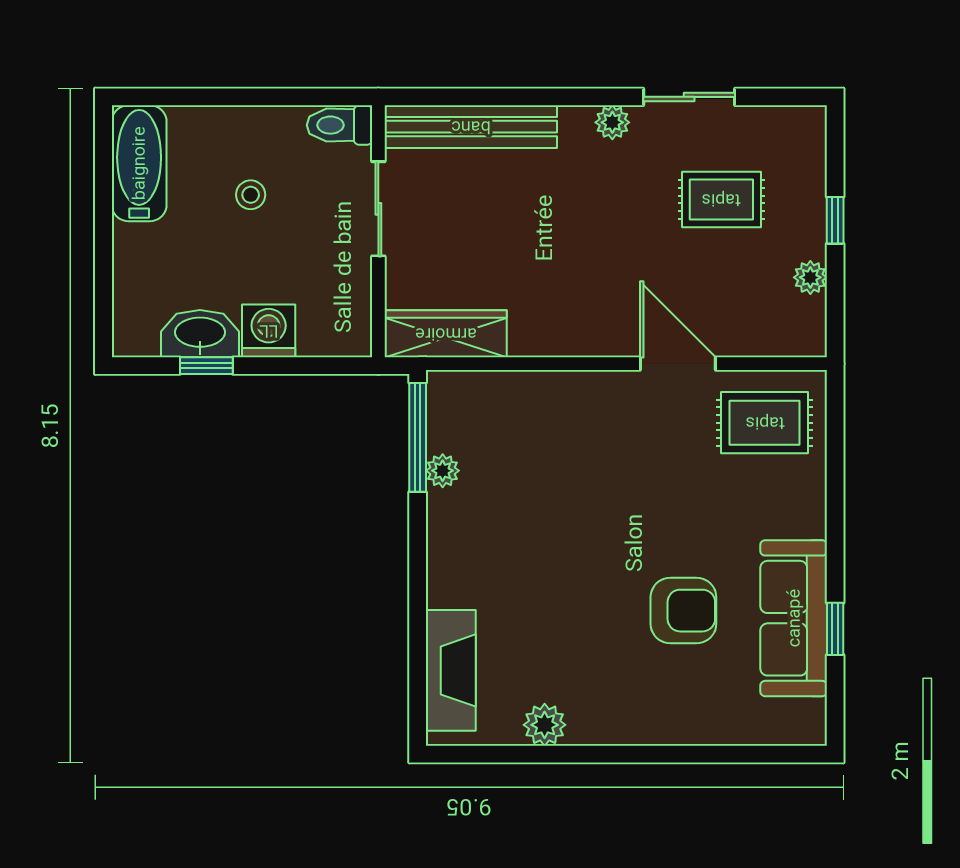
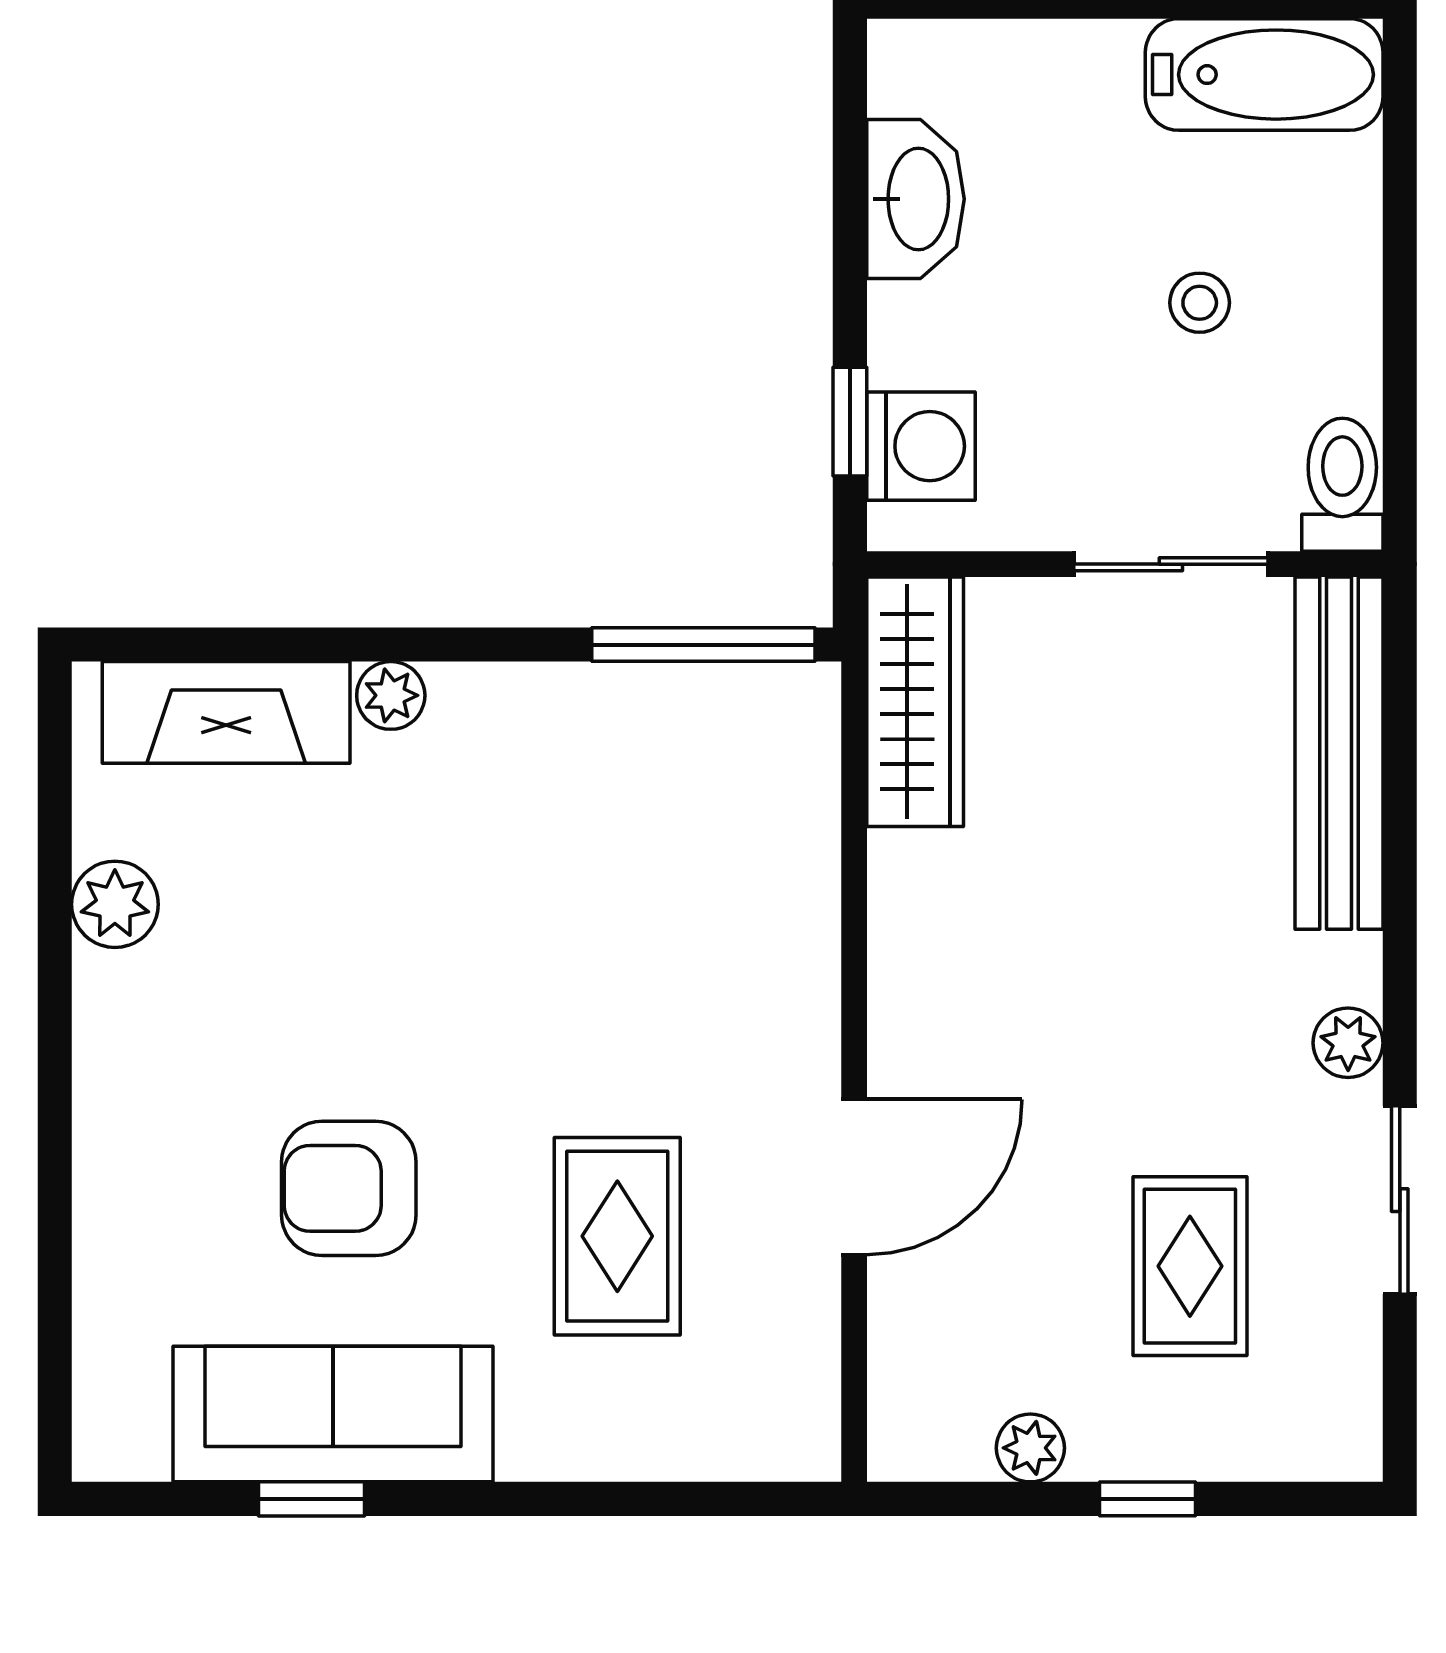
washing machine: (269, 331) -> (921, 446), moved
window: (206, 366) -> (850, 422), moved
rug: (765, 423) -> (617, 1236), moved
plant: (443, 471) -> (391, 695), moved
armchair: (683, 611) -> (349, 1188), turned 90

